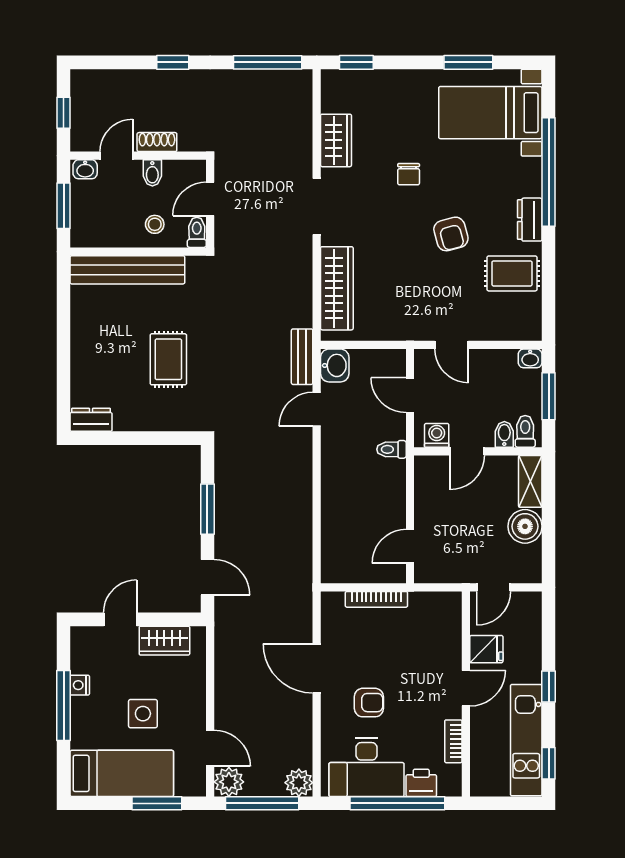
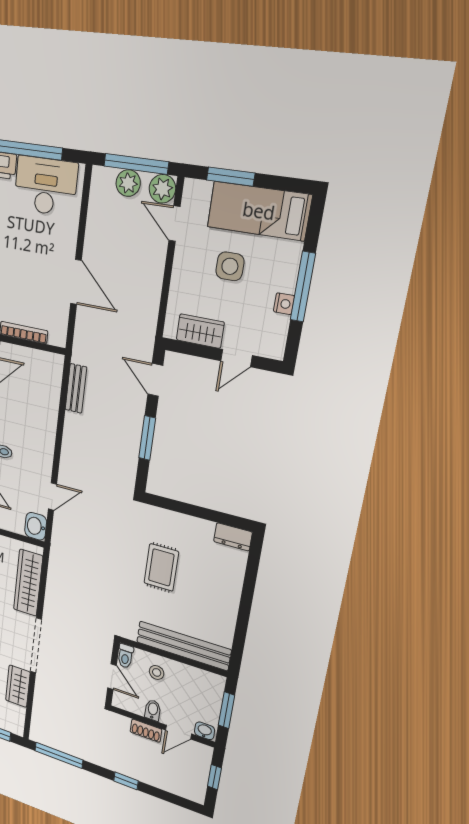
door: (210, 199) -> (112, 677), hinge flipped
doorway: (317, 206) -> (36, 646), width x1.36
bench: (302, 357) -> (76, 388), moved
armchair: (369, 703) -> (38, 244), removed
plant: (299, 783) -> (128, 183), moved

